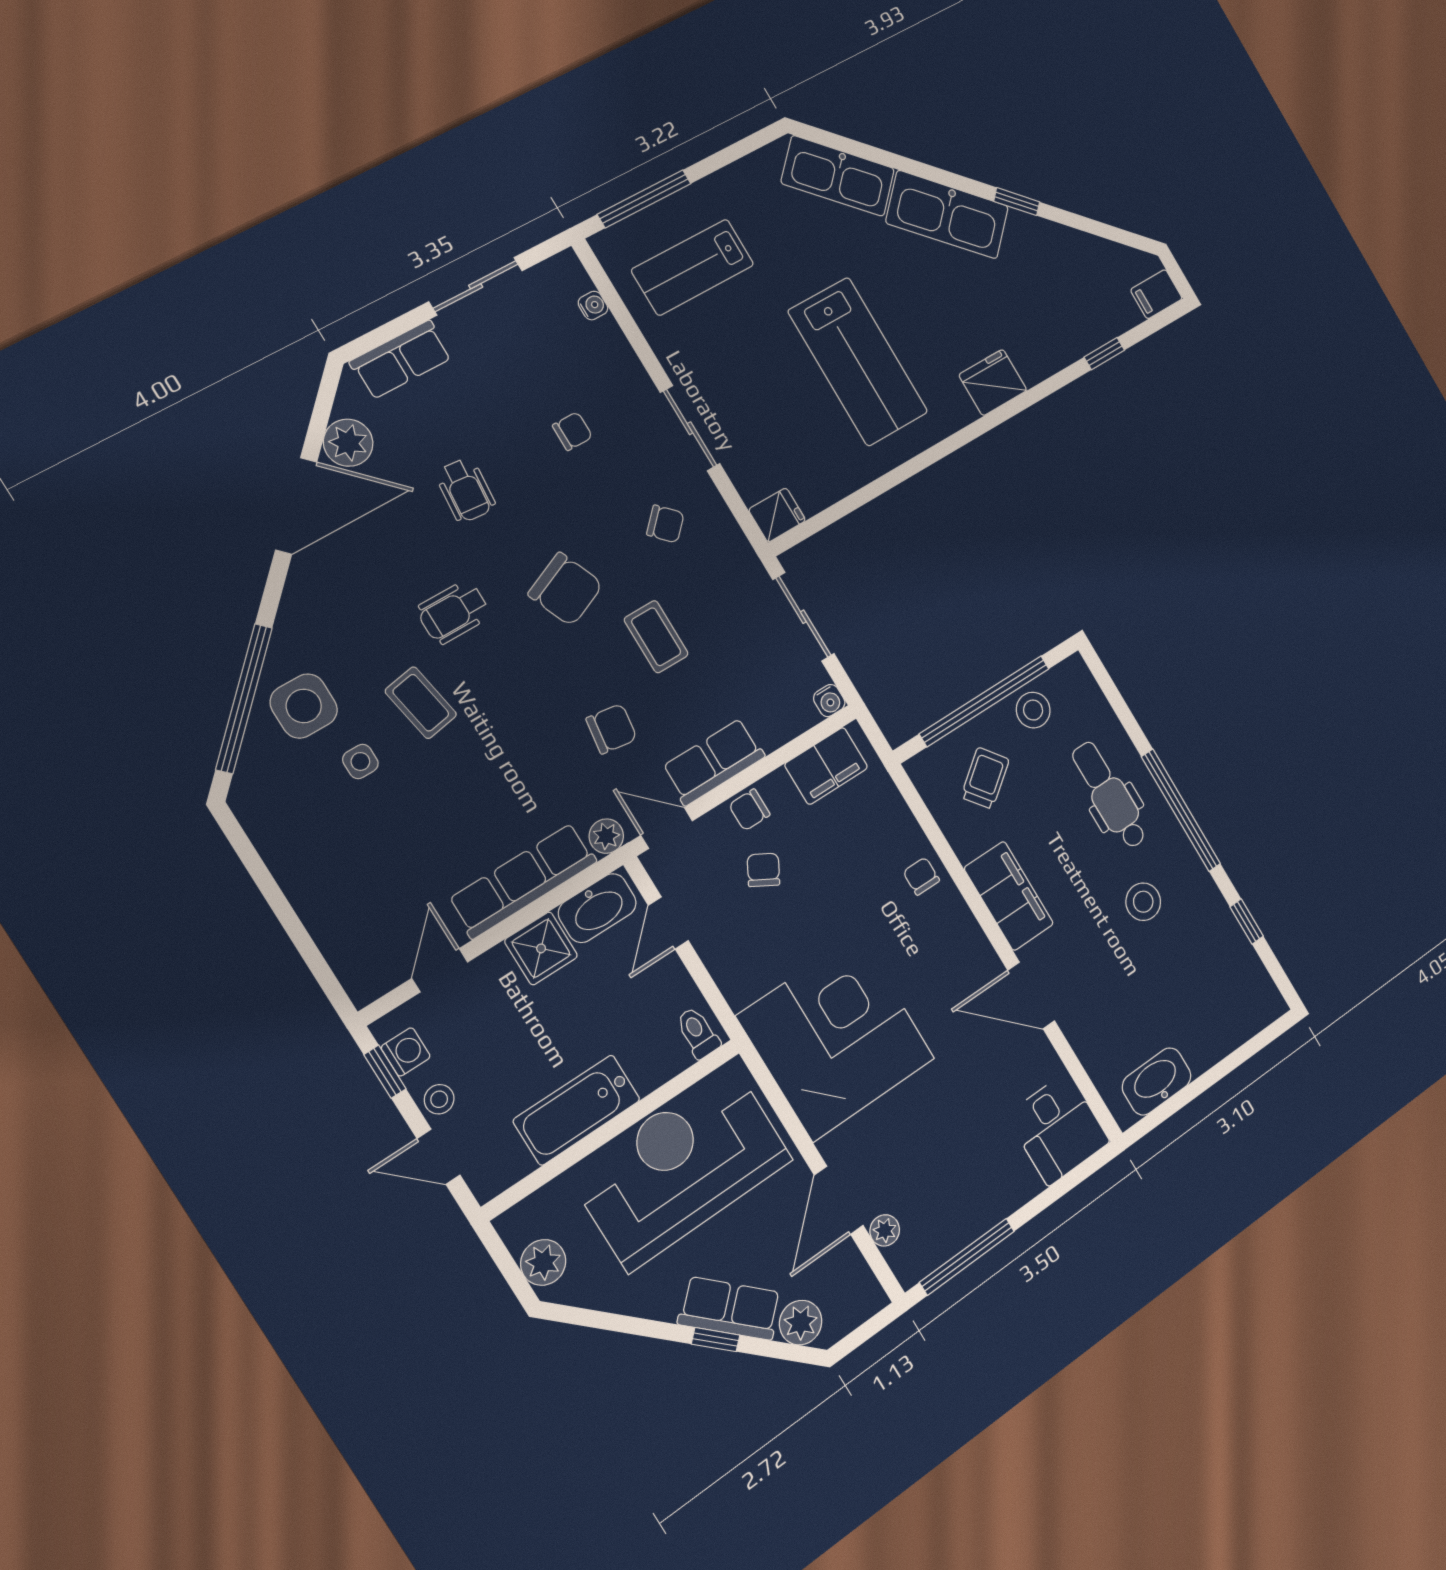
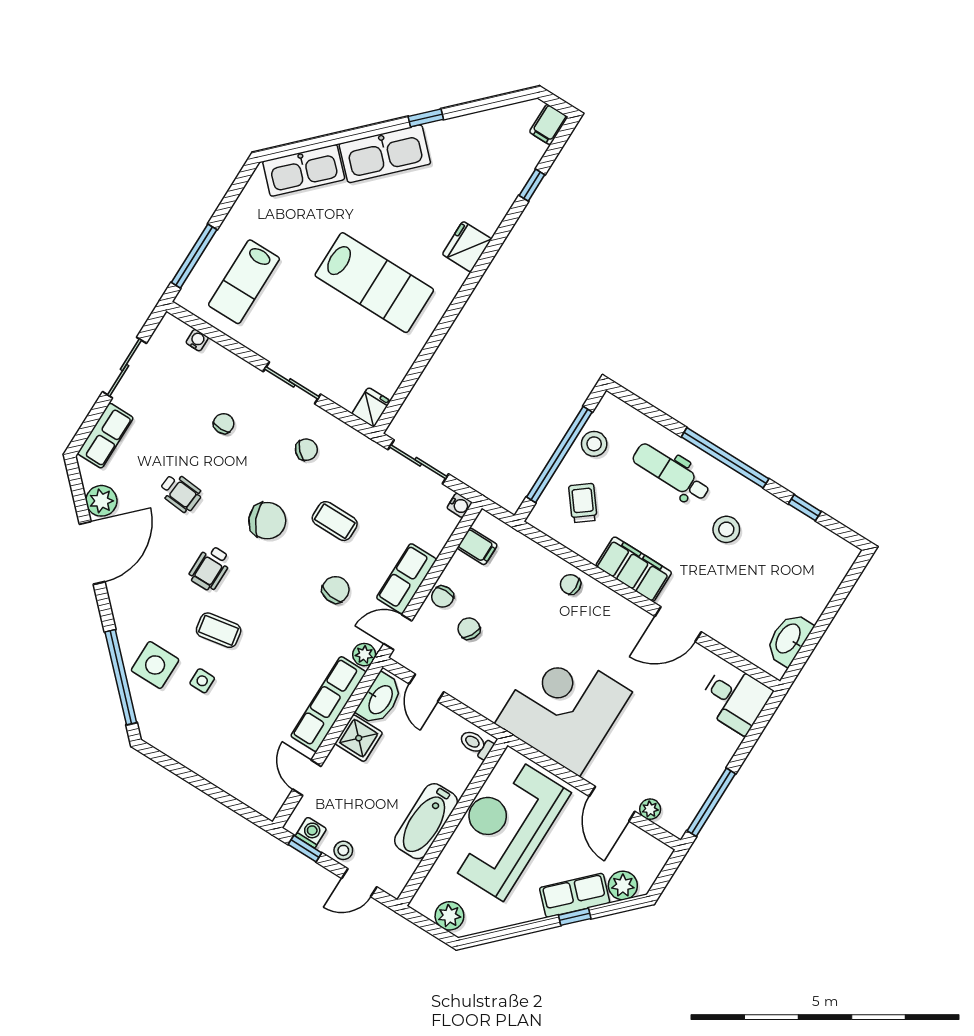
filing cabinet: (826, 766) -> (477, 546), width x0.50

